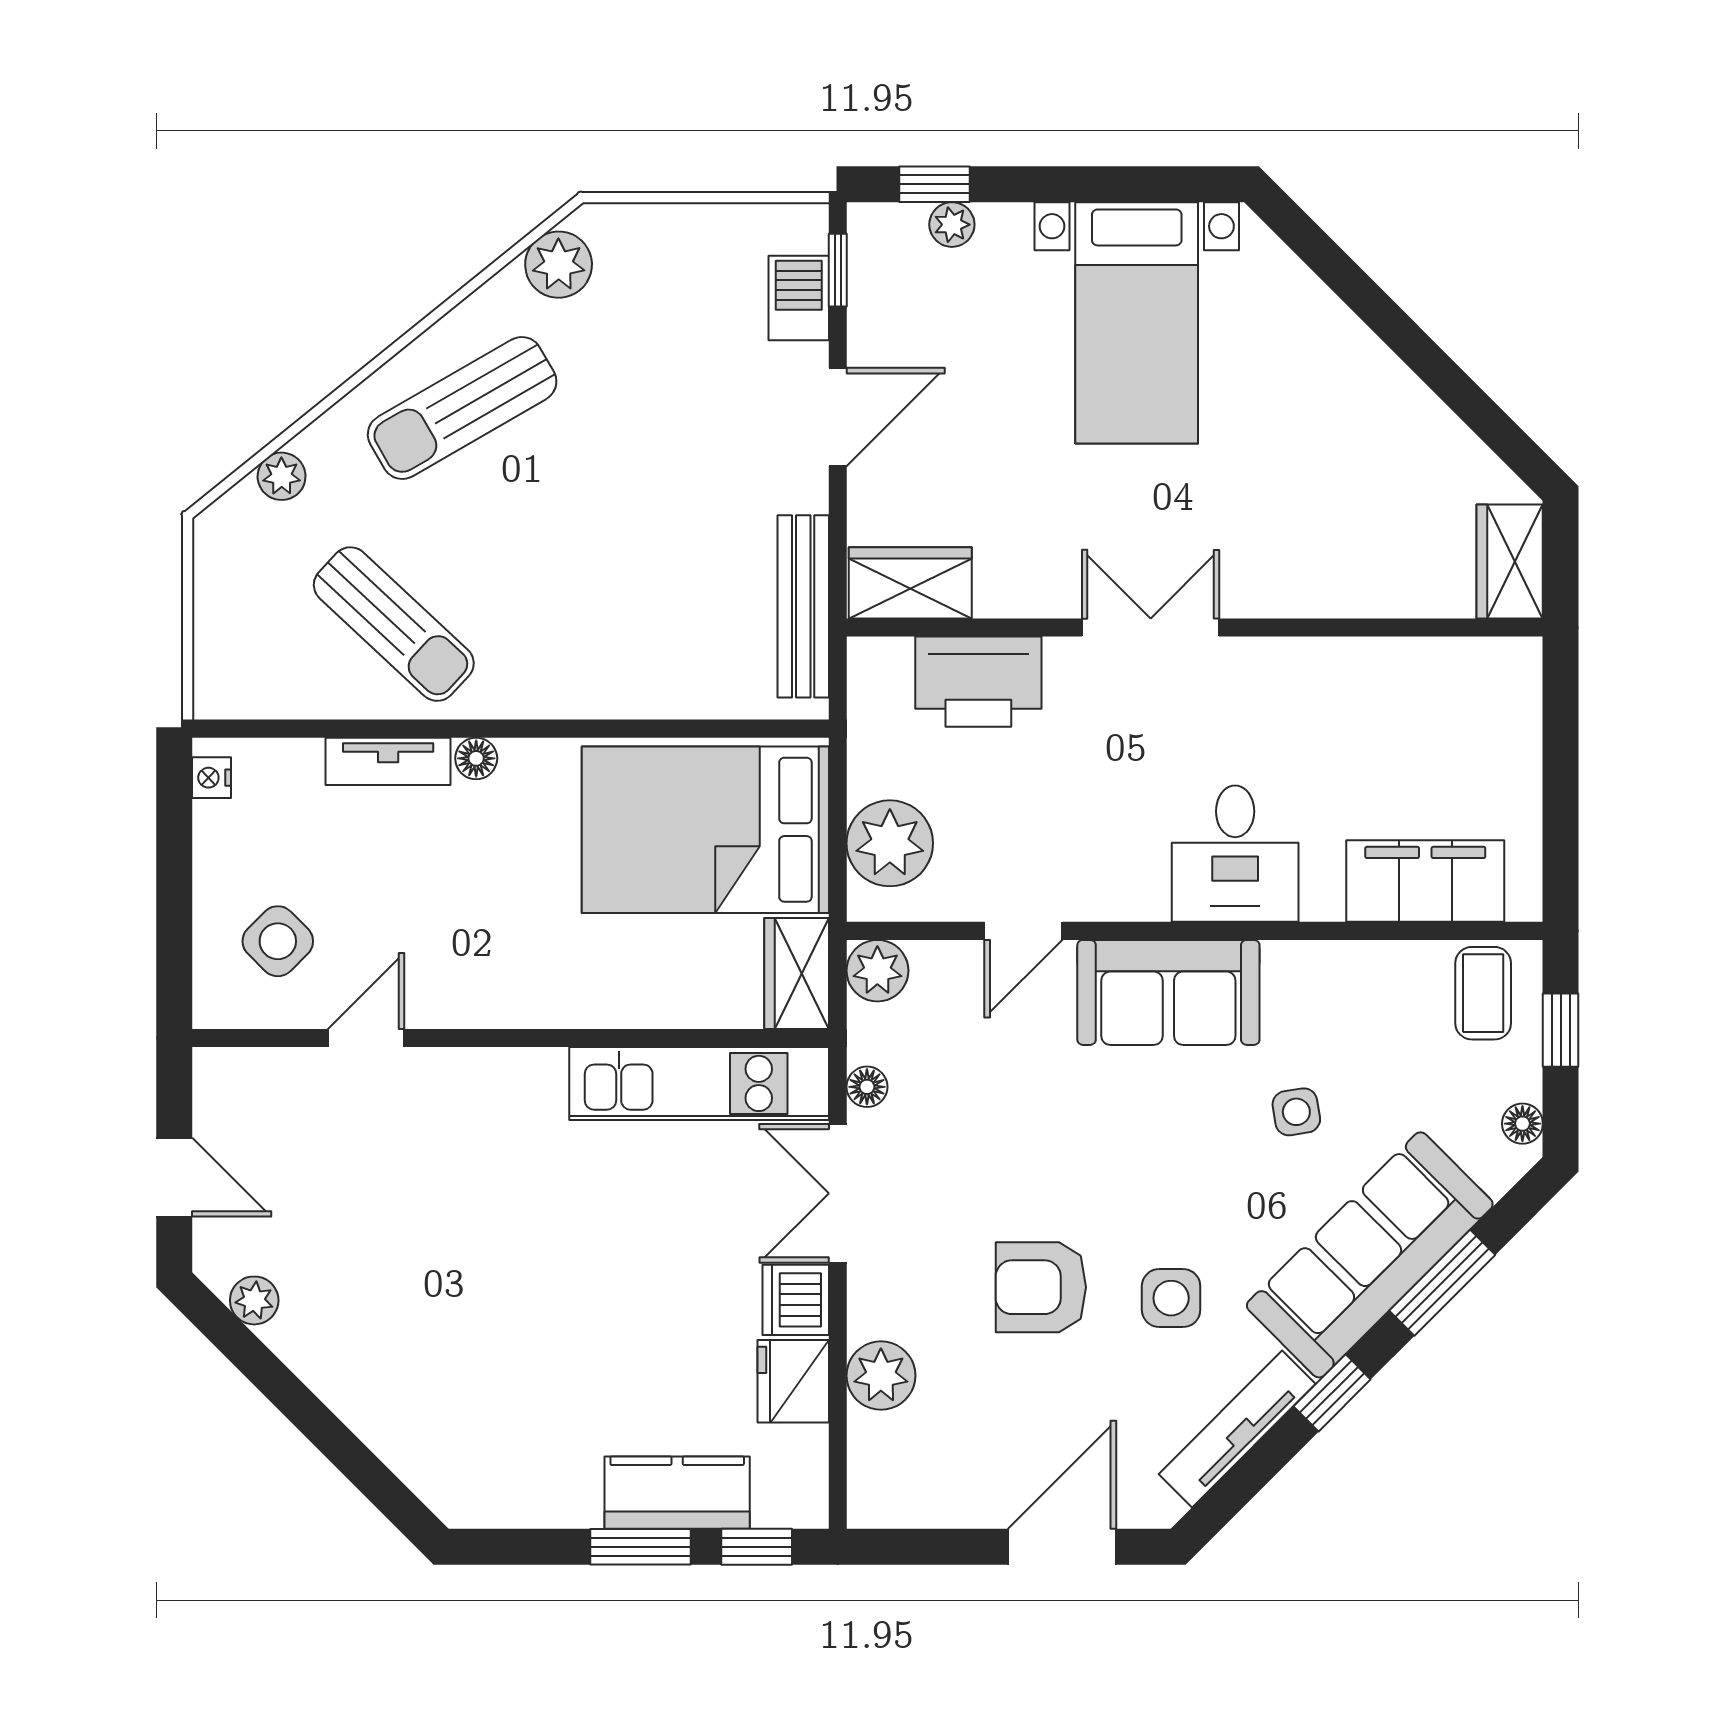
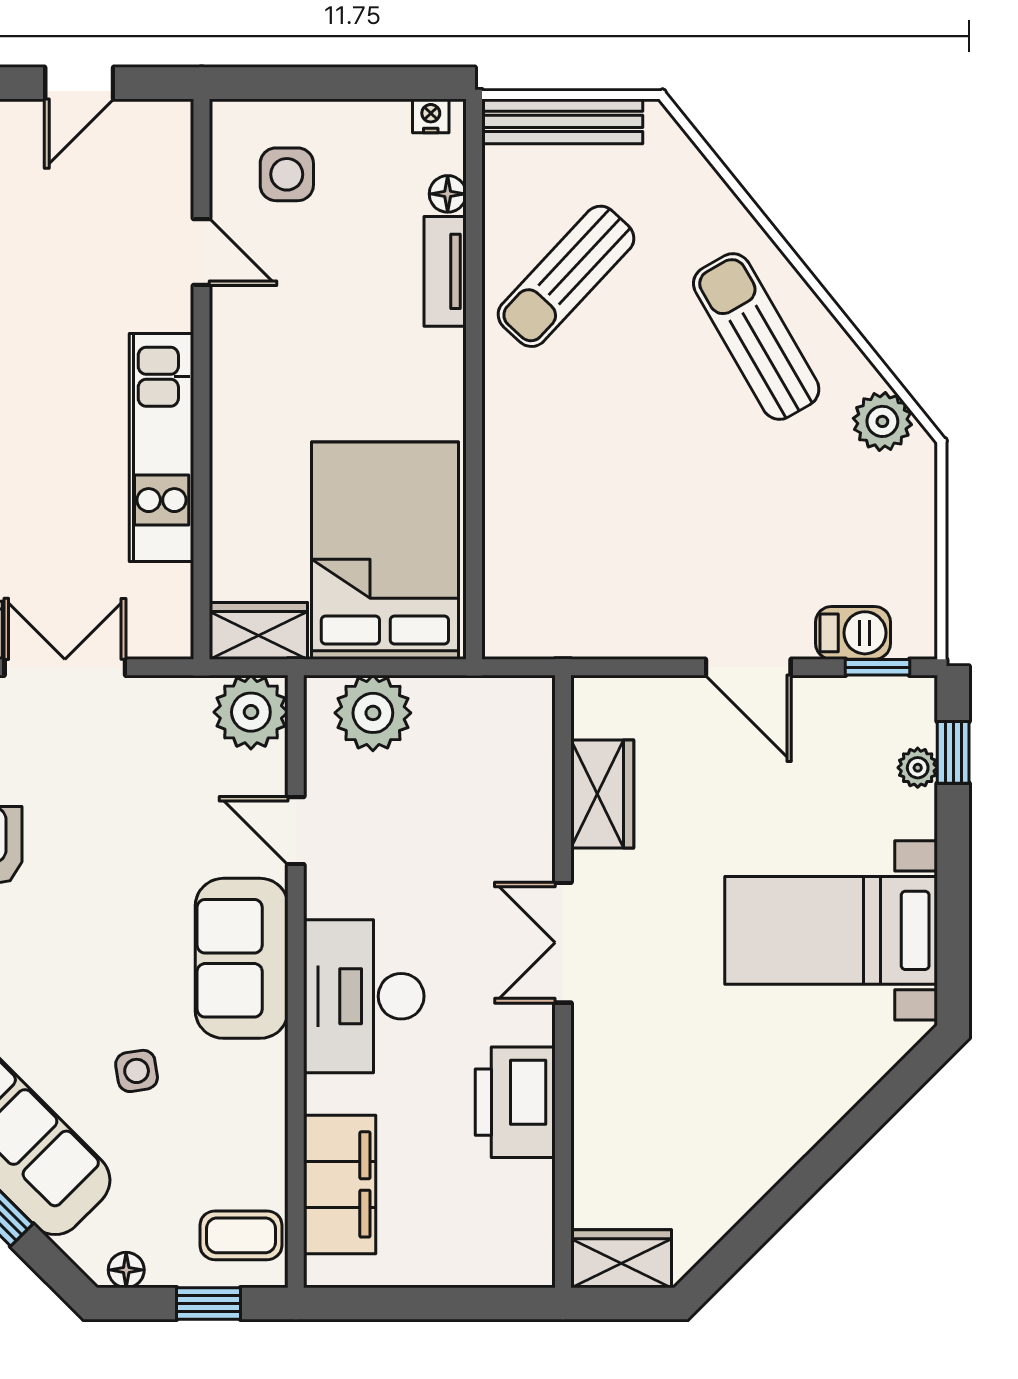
plant: (282, 476) -> (696, 178), removed
wardrobe: (910, 583) -> (602, 794), moved
bench: (803, 606) -> (562, 121), moved
double door: (1151, 627) -> (563, 943), swing flipped
printer: (978, 682) -> (515, 1102), moved
floor lamp: (476, 758) -> (448, 194), moved
desk: (1235, 854) -> (364, 996), width x1.37
side table: (278, 941) -> (287, 174), turned 45
plant: (877, 971) -> (251, 712), width x1.36, depth x1.36
kitchen unit: (699, 1083) -> (162, 448), moved
floor lamp: (867, 1087) -> (159, 693), removed

